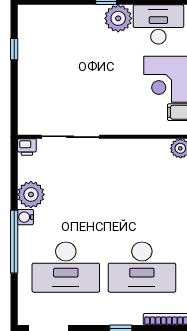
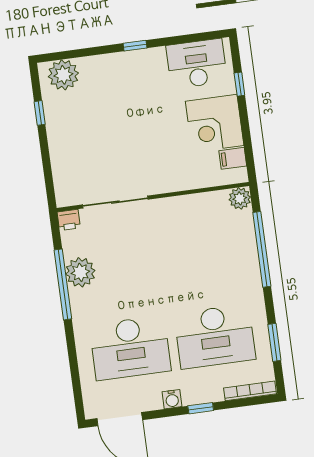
plant: (118, 18) -> (63, 75), moved
water cooler: (25, 217) -> (172, 399), moved, turned -90
window: (14, 242) -> (63, 284), moved

